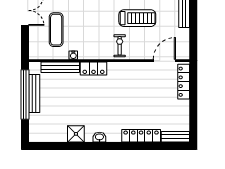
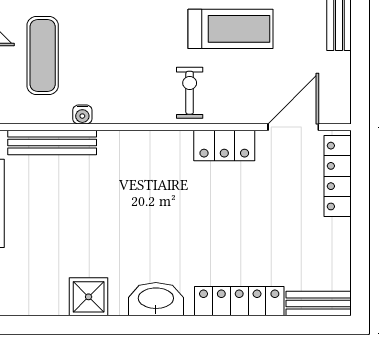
locker: (94, 69) -> (224, 145), moved
washbasin: (99, 137) -> (156, 299), width x1.91, depth x1.45

